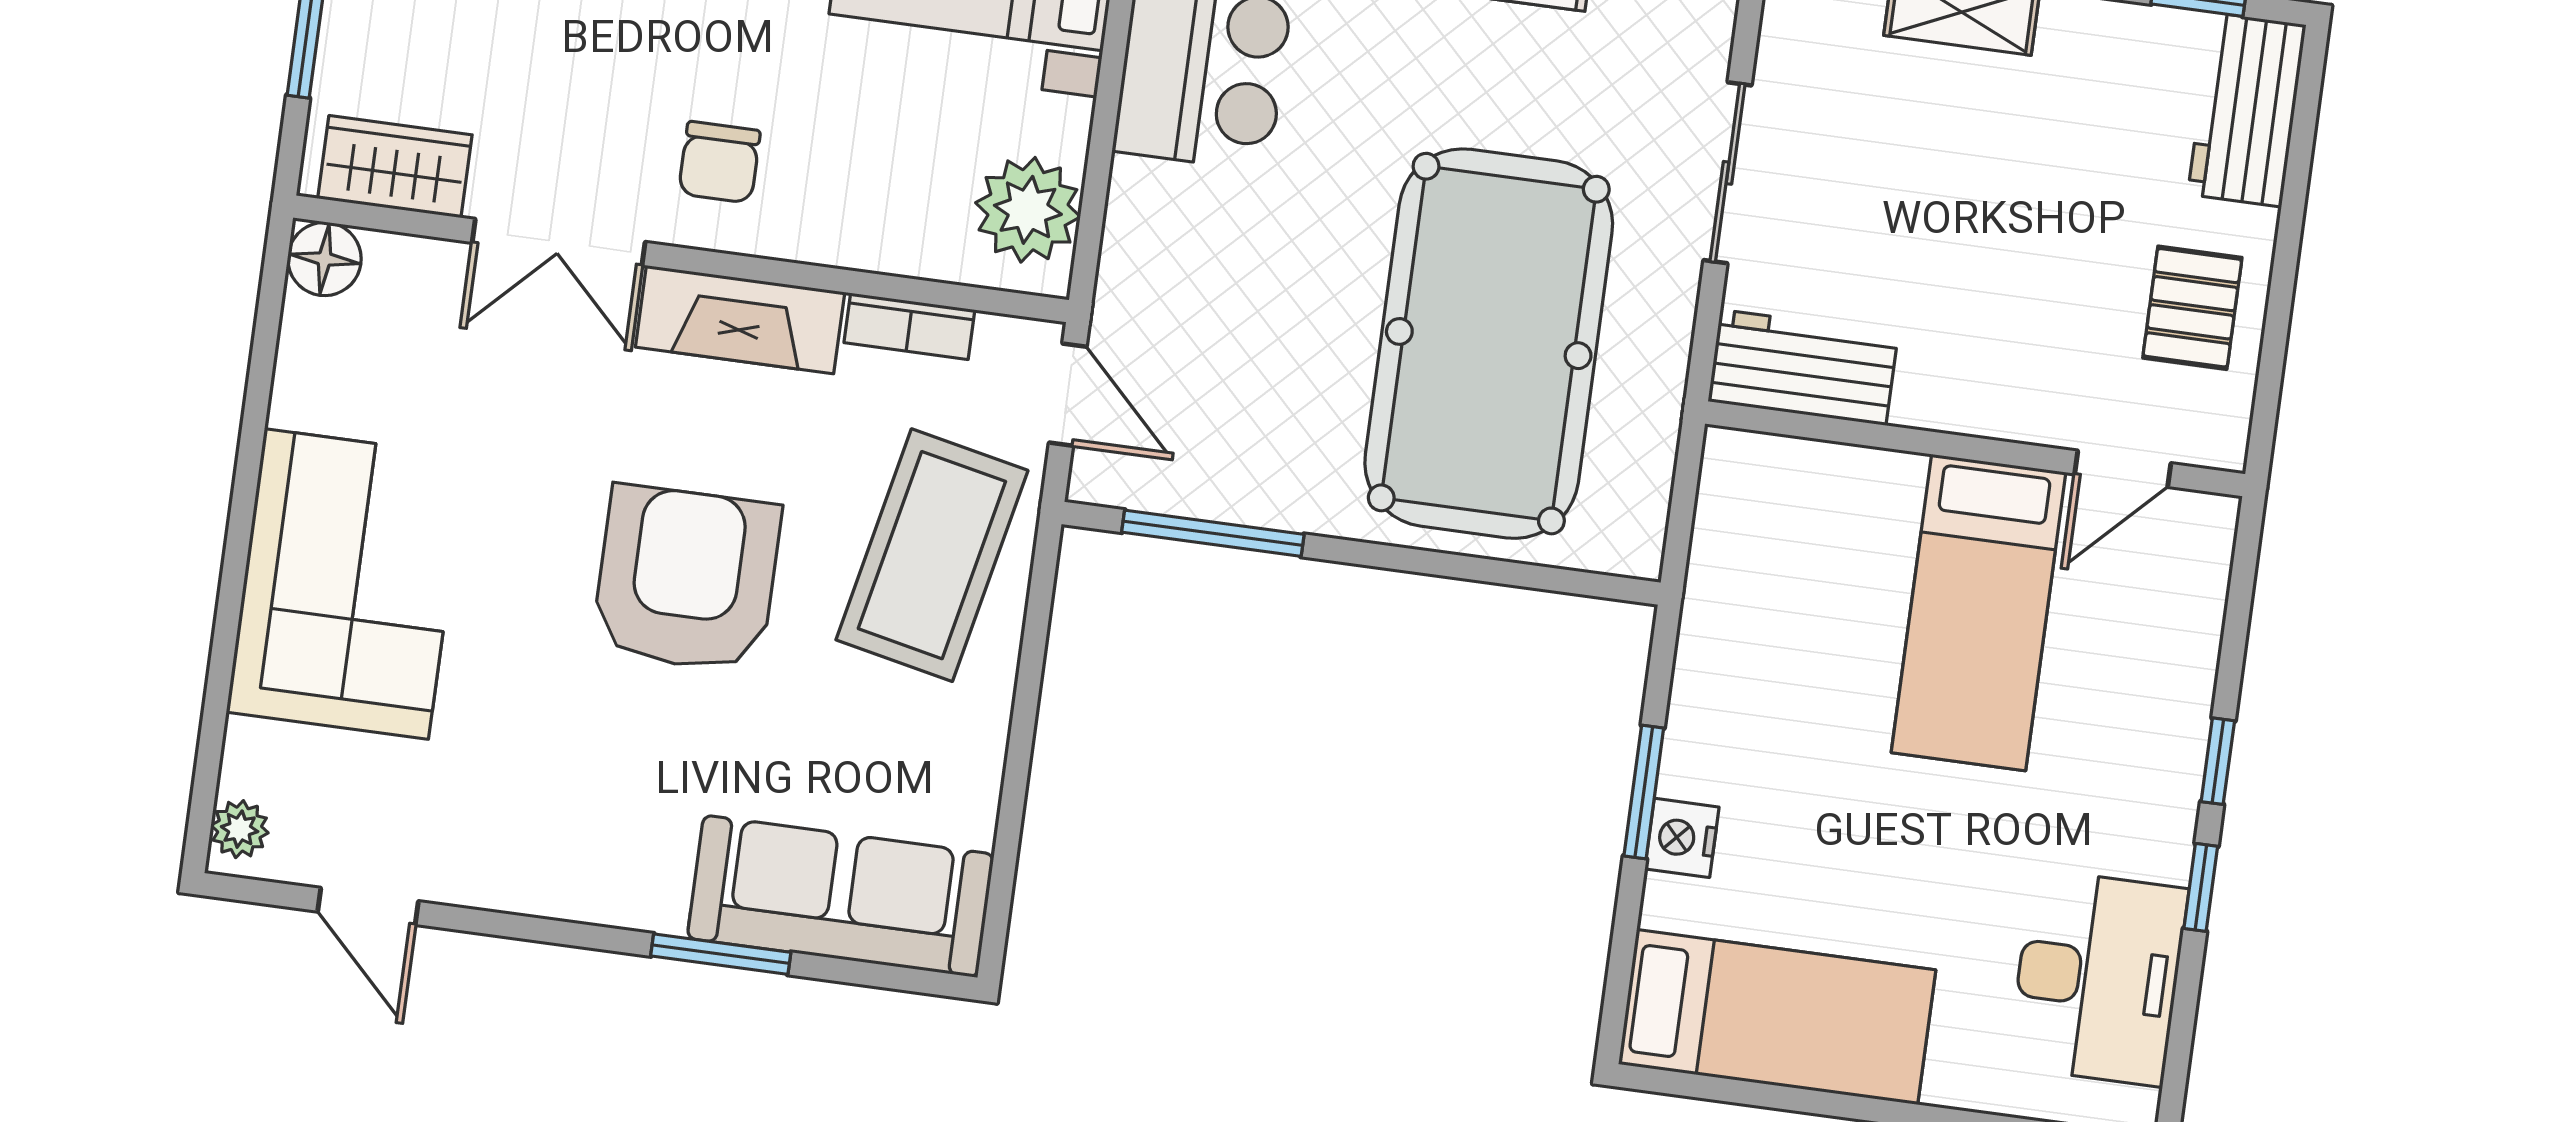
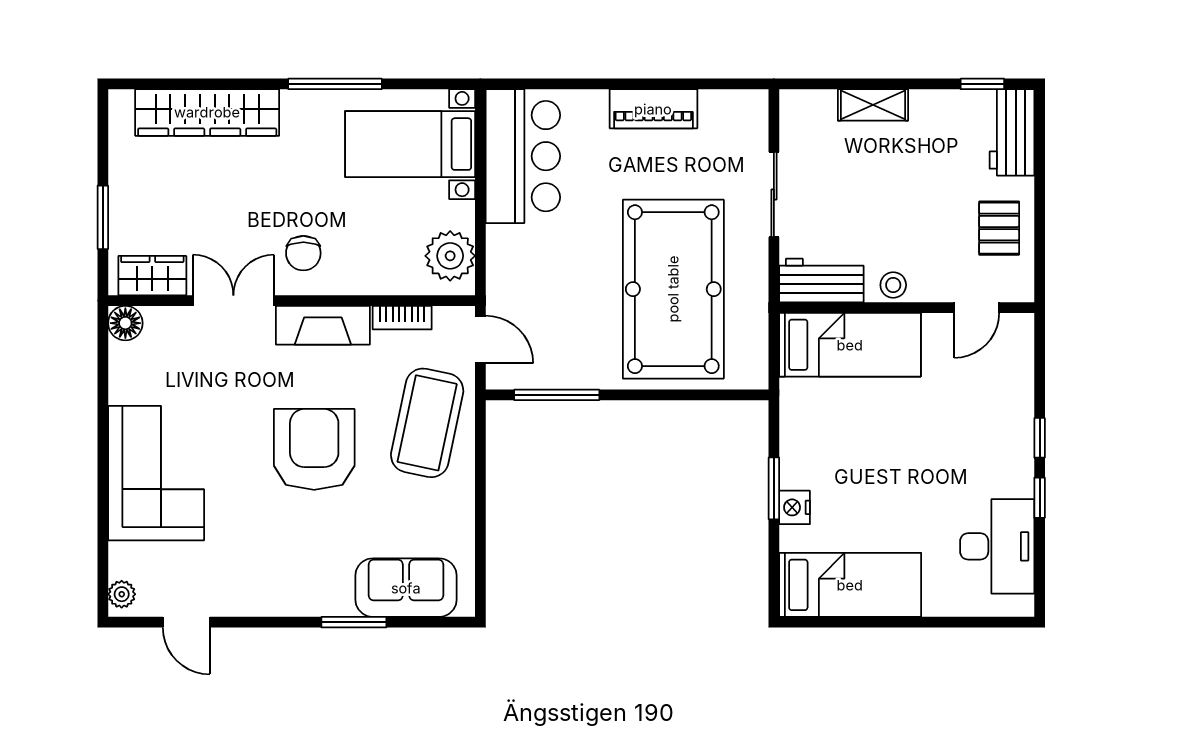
double door: (559, 242) -> (233, 301), swing flipped
stool: (1953, 397) -> (893, 285), added
bed: (1979, 612) -> (850, 345), moved, turned -90
sofa: (840, 896) -> (406, 588), width x0.73

